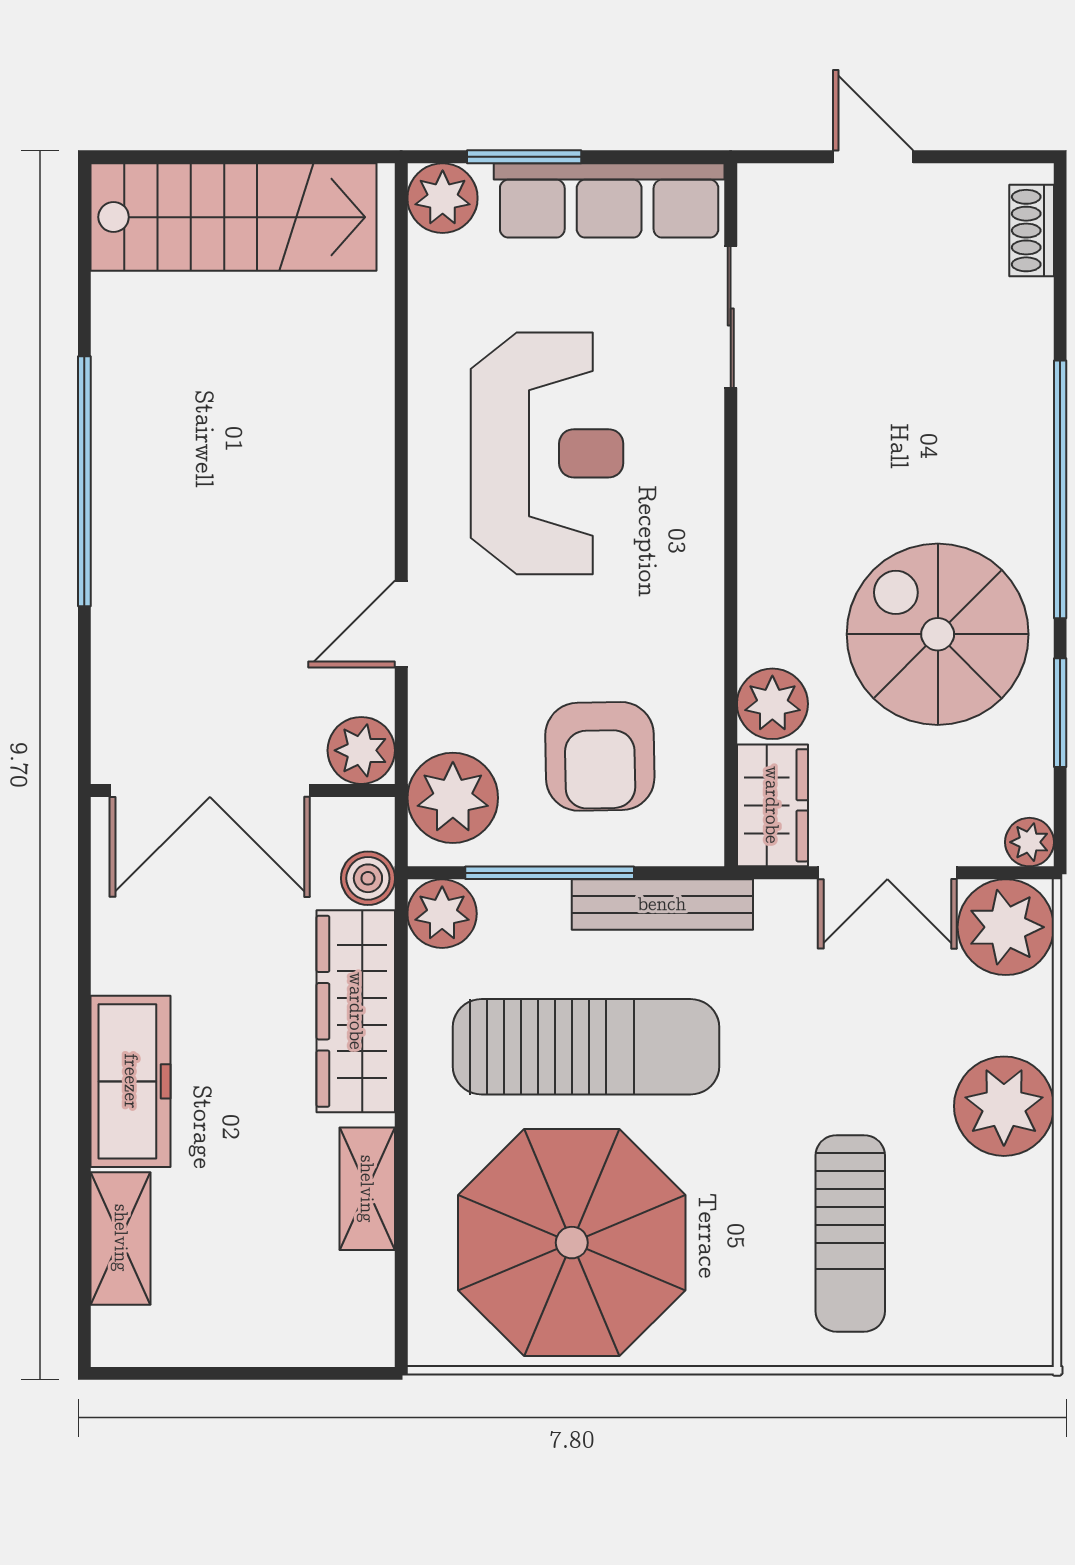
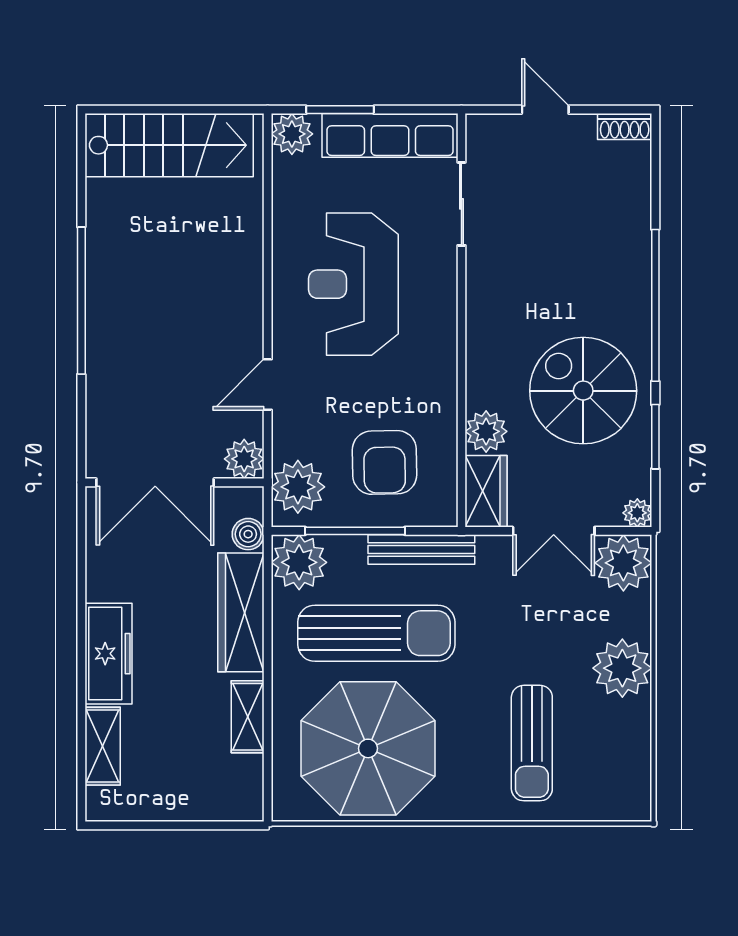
shoe rack: (1032, 231) -> (625, 127), moved, turned -90
reception desk: (547, 453) -> (353, 284), turned 180
plant: (442, 914) -> (299, 562), width x1.36, depth x1.36

